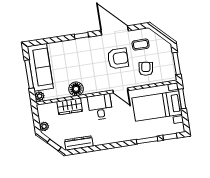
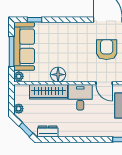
window: (81, 36) -> (34, 20), moved
armchair: (118, 59) -> (107, 50), turned -90
wardrobe: (70, 106) -> (49, 92), width x1.50
dresser: (79, 143) -> (48, 132), width x0.70

